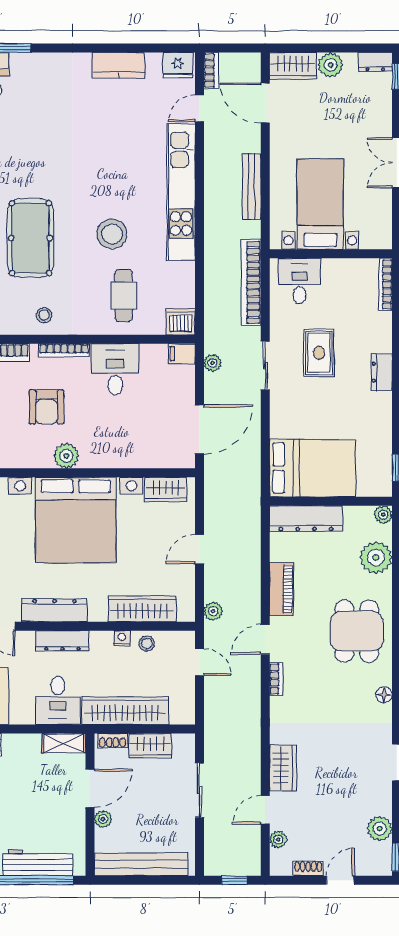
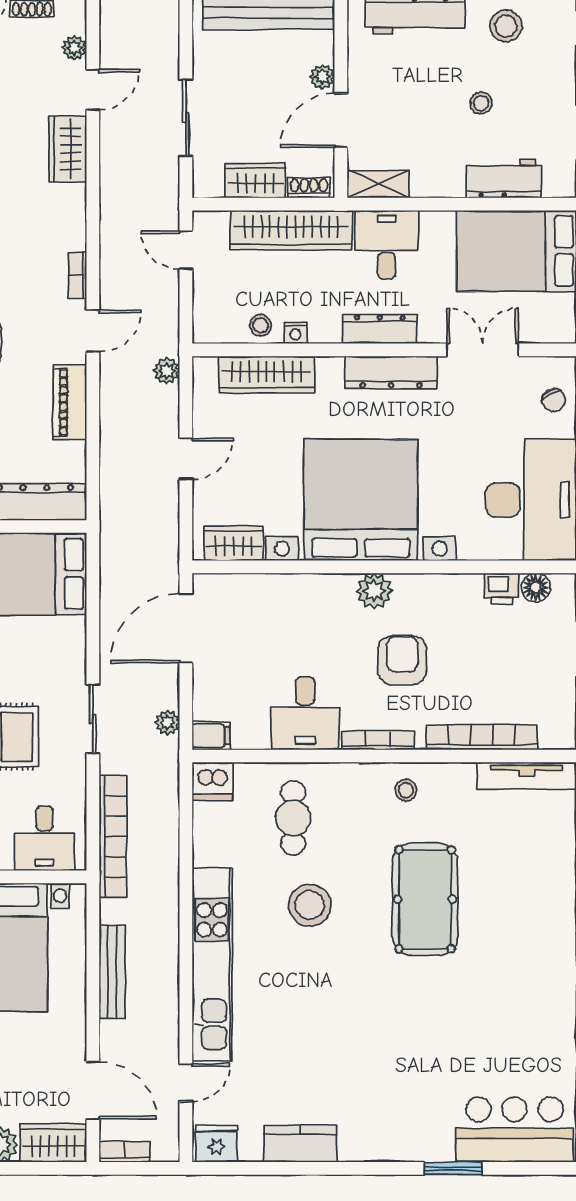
bookcase: (211, 70) -> (125, 1152), moved, turned 90
door: (199, 662) -> (186, 250), moved

